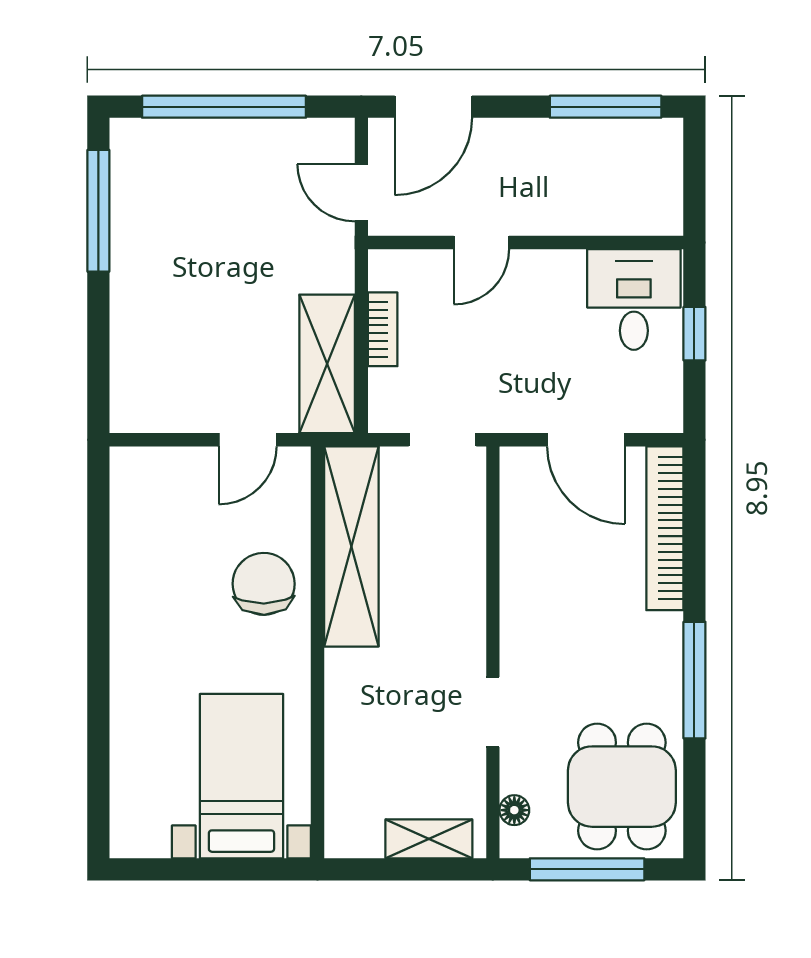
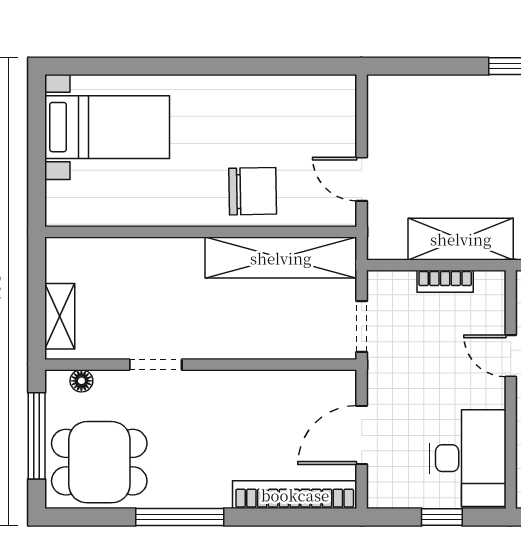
desk: (634, 299) -> (468, 458), width x1.37
shelving: (327, 364) -> (461, 239), moved
bed with nightstands: (241, 776) -> (107, 127), moved

